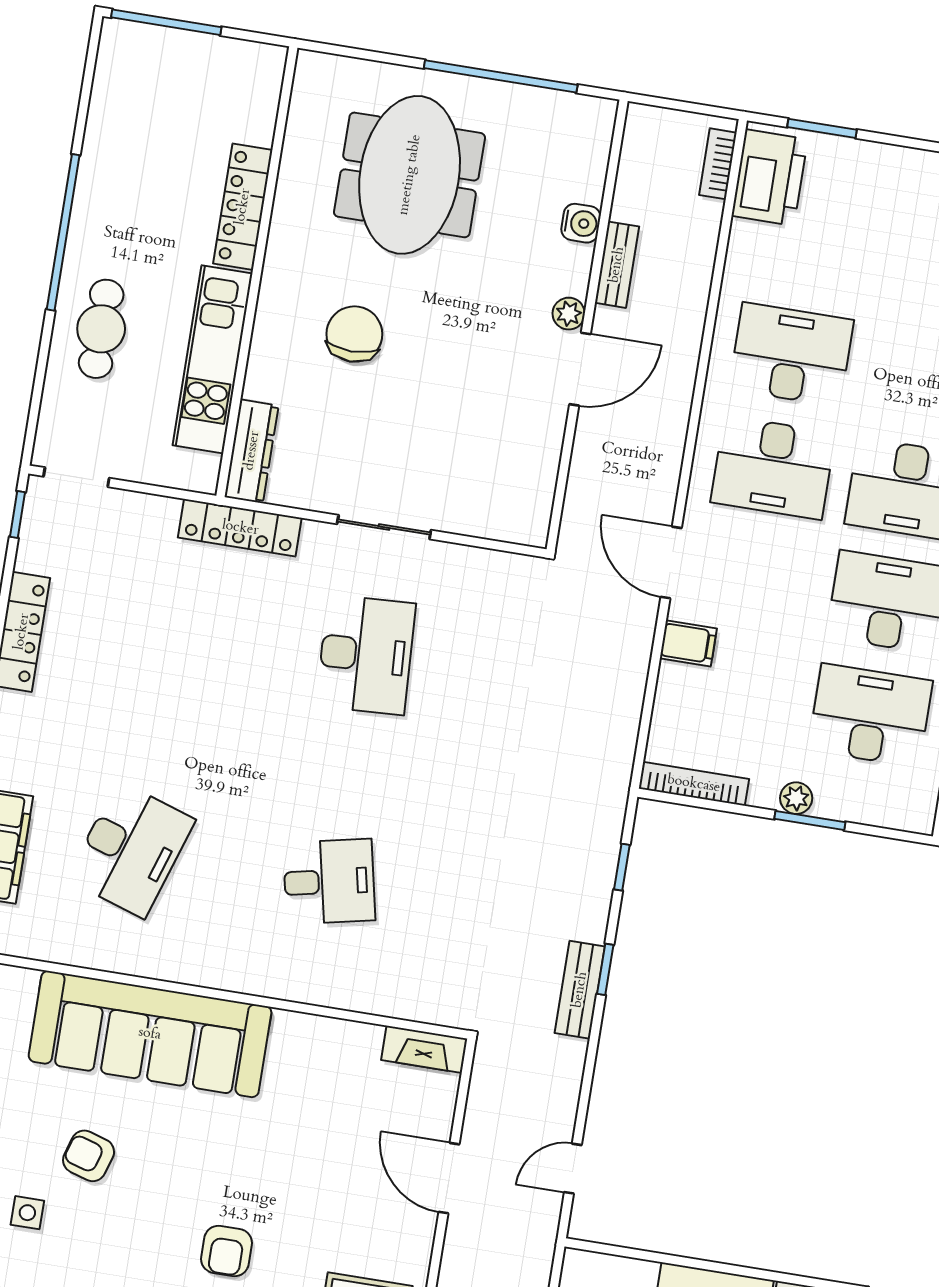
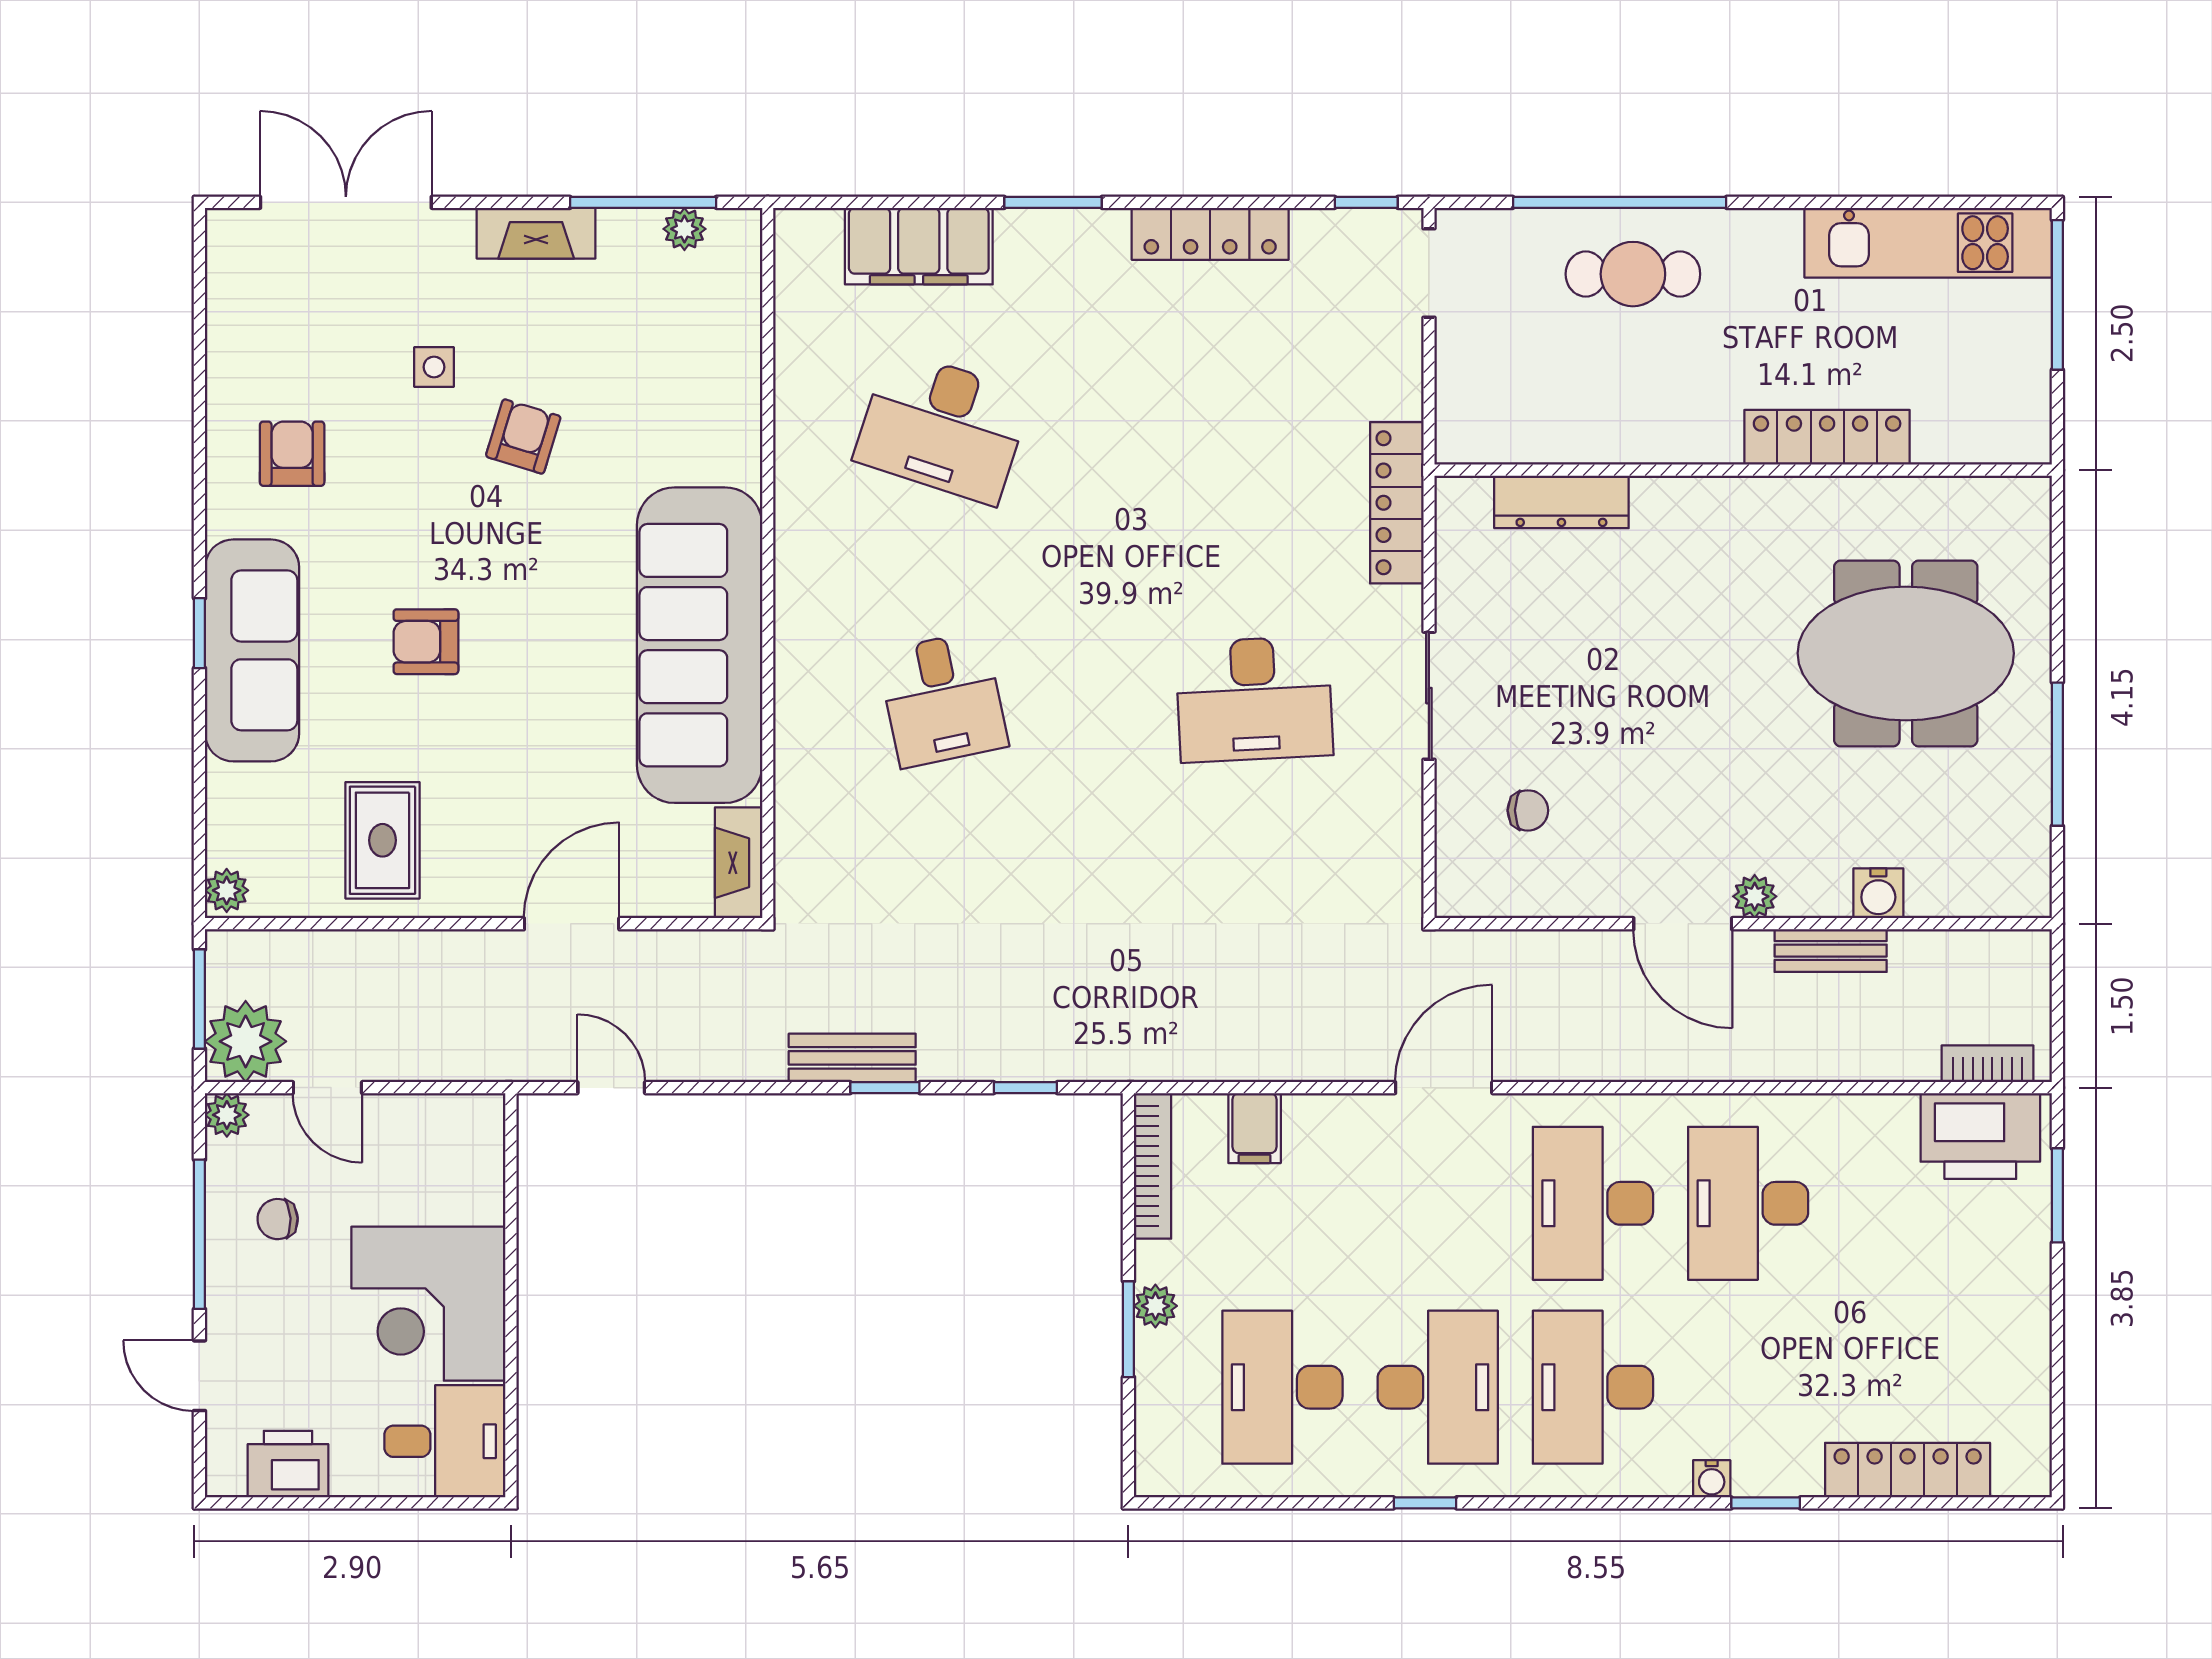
window: (501, 76) -> (2057, 754), width x0.68
window: (63, 232) -> (1620, 202), moved
chair: (354, 334) -> (1528, 810), moved, width x0.54, depth x0.54
desk: (791, 355) -> (1748, 1203), turned 180
kitchen unit: (213, 359) -> (1928, 243), moved, turned 180
dresser: (252, 451) -> (1561, 502), moved
filing cabinet: (688, 643) -> (1255, 1128), moved
desk: (870, 715) -> (1282, 1387), turned 180
sofa: (150, 1034) -> (700, 645), moved

